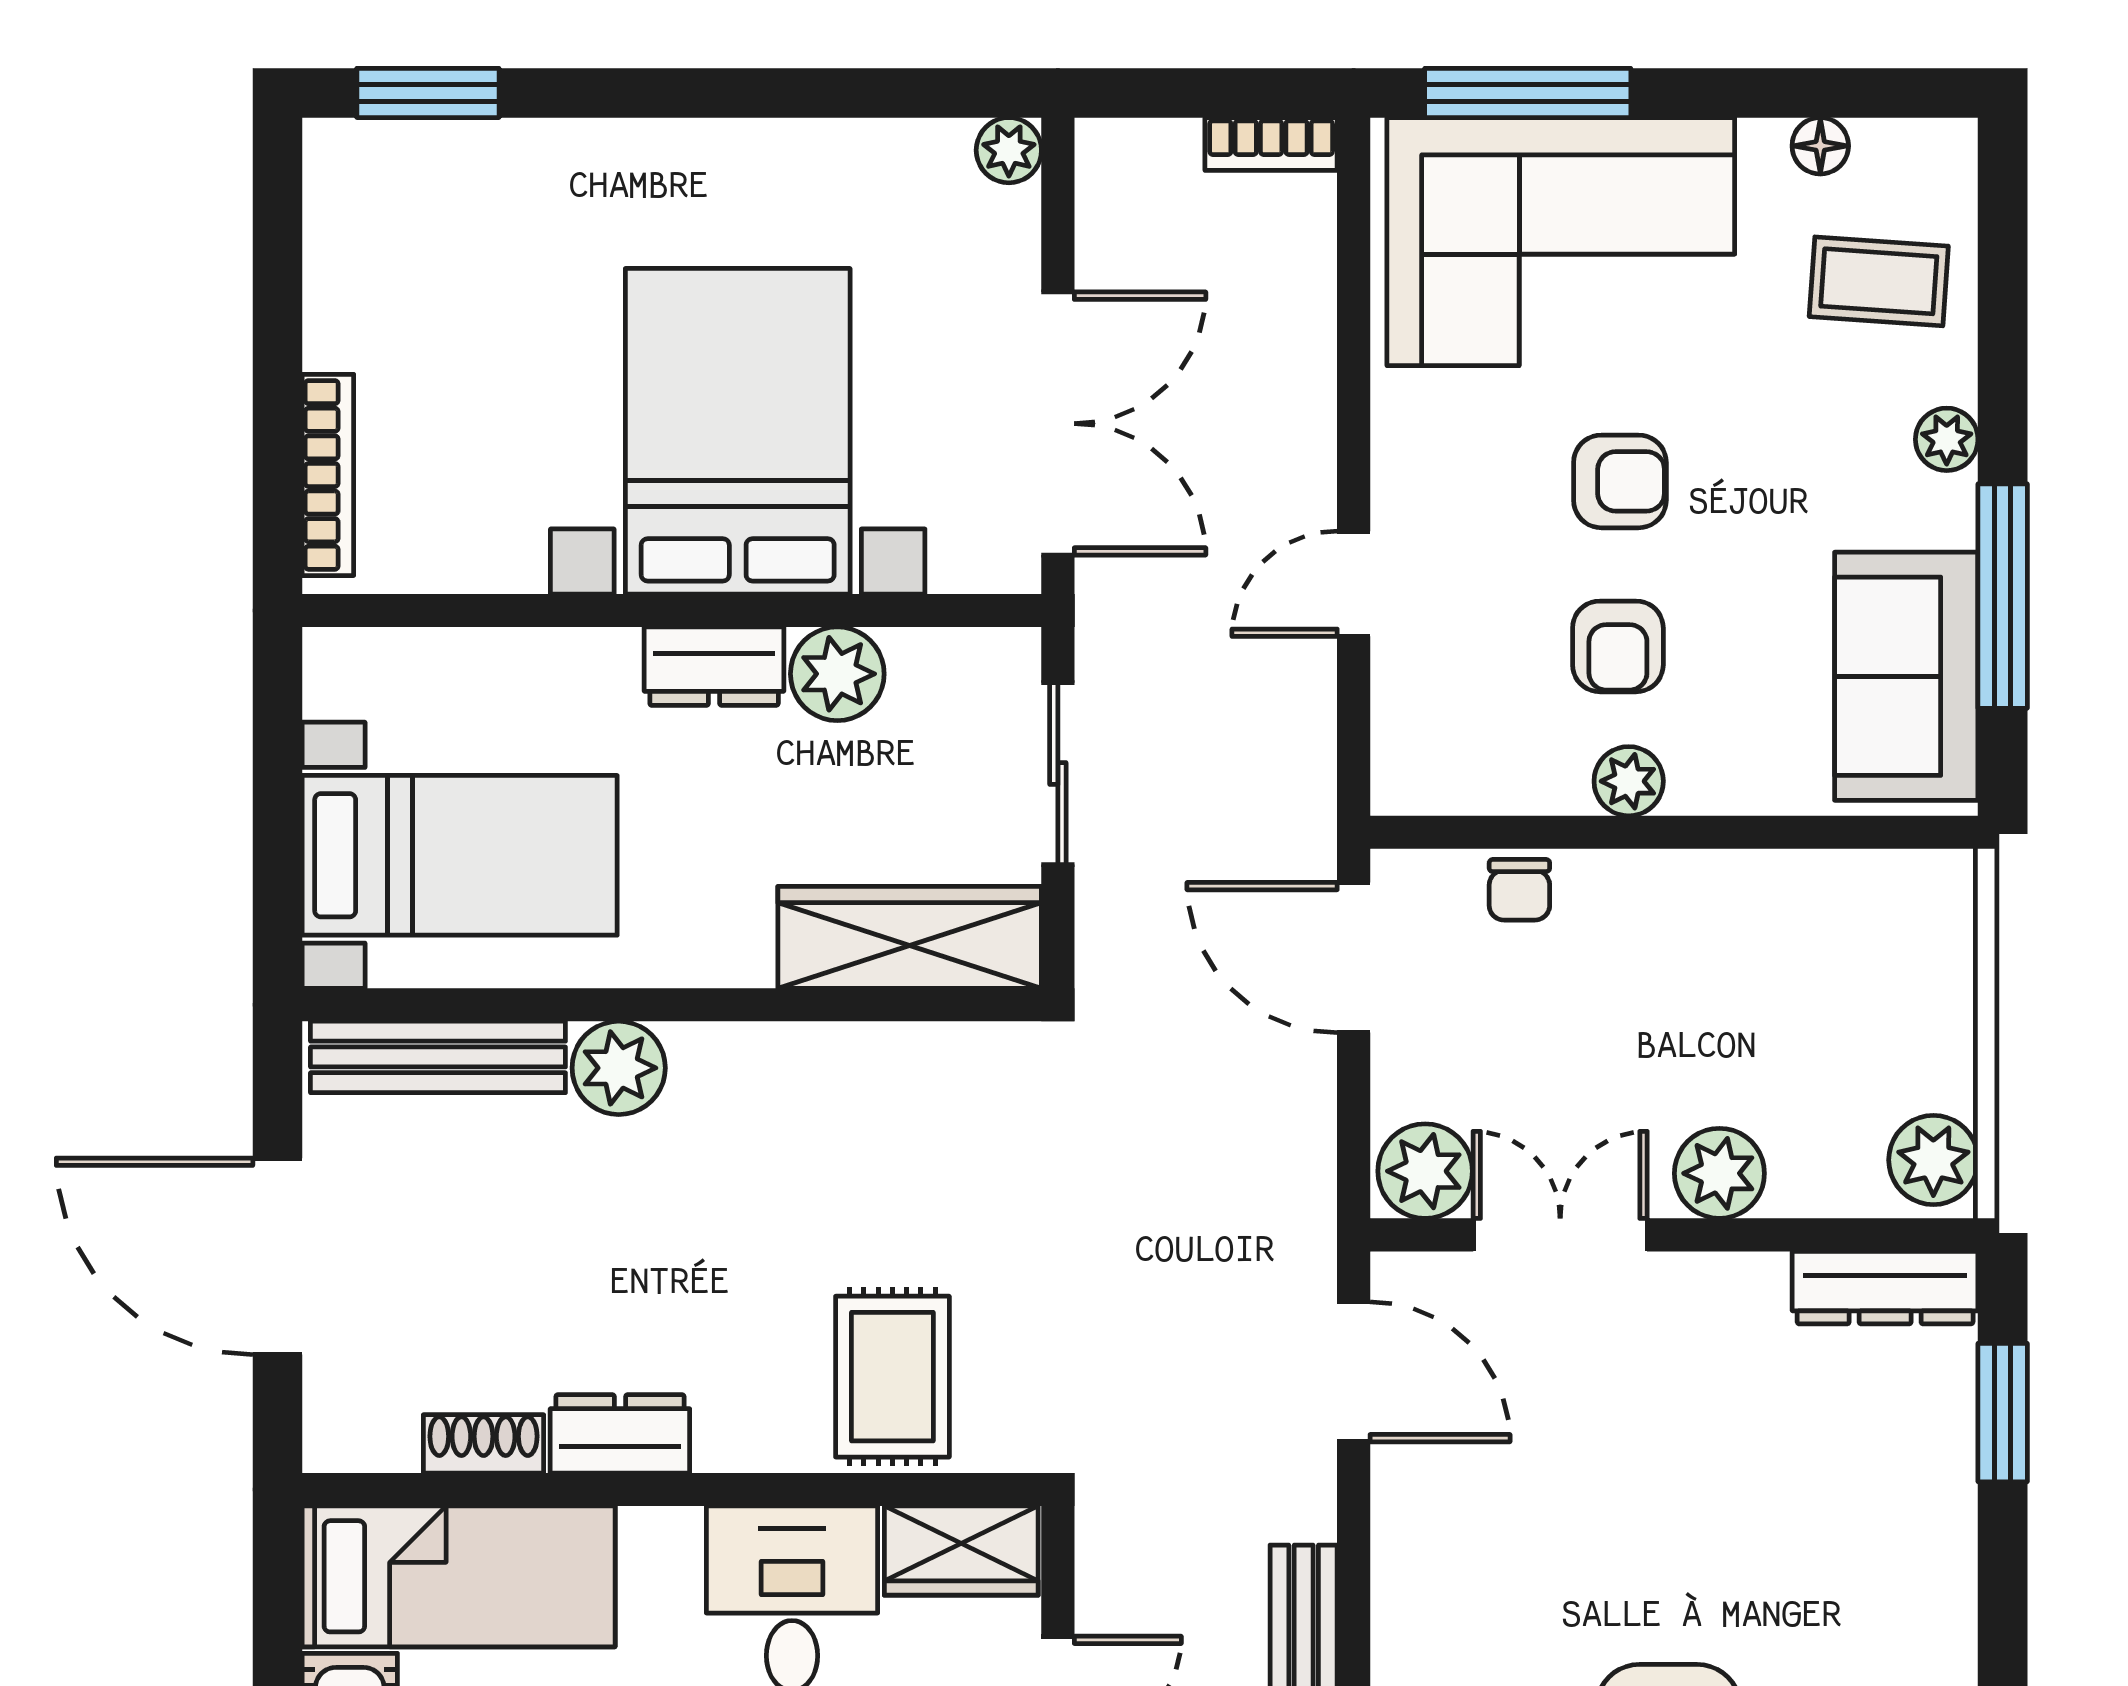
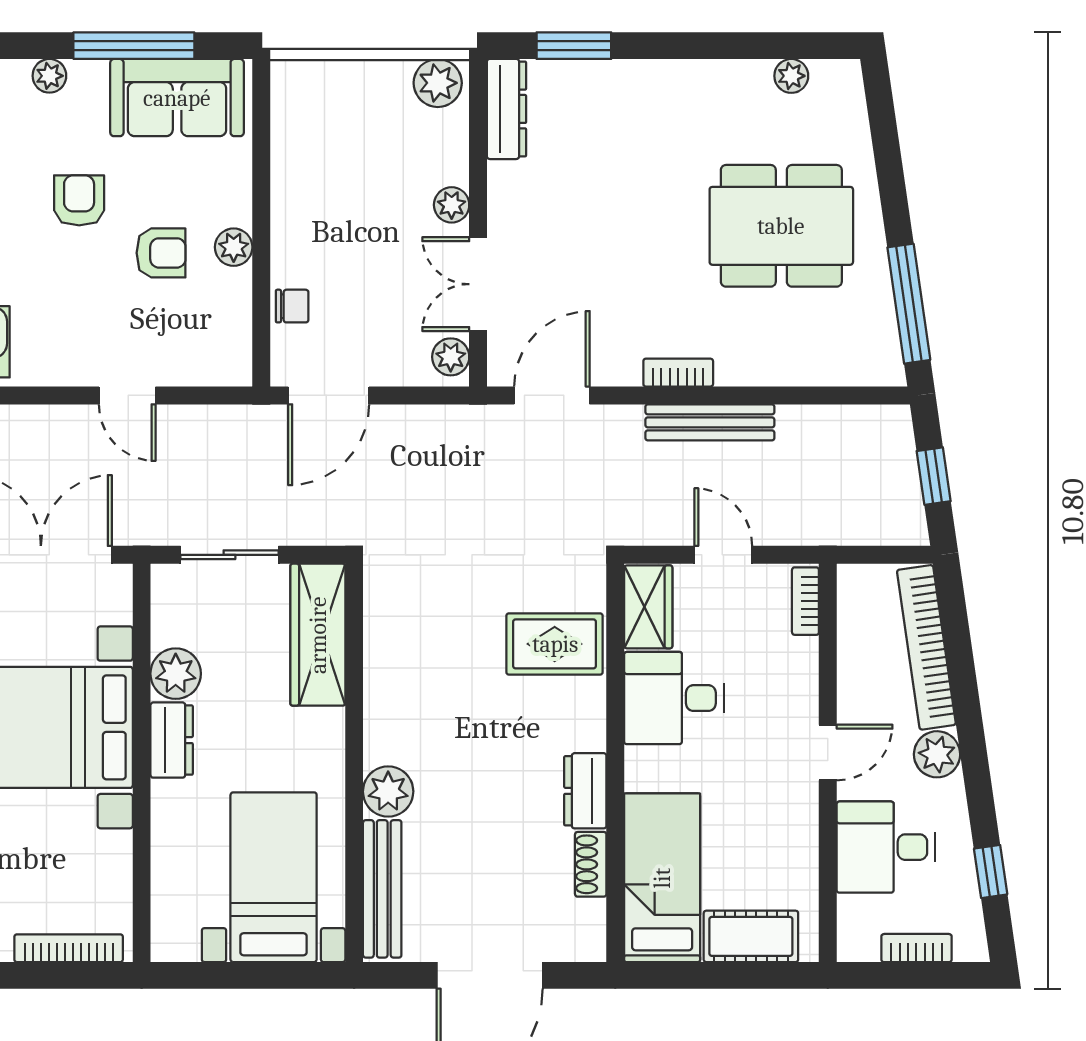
armchair: (1620, 481) -> (79, 200), moved
plant: (1425, 1171) -> (451, 357), width x0.73, depth x0.73
plant: (1719, 1173) -> (452, 205), width x0.73, depth x0.73
bookcase: (1396, 1606) -> (678, 373), added

